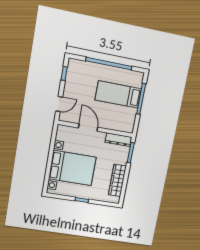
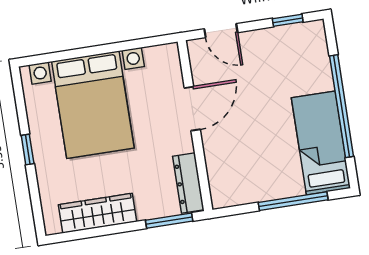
bed: (118, 94) -> (321, 143), moved

